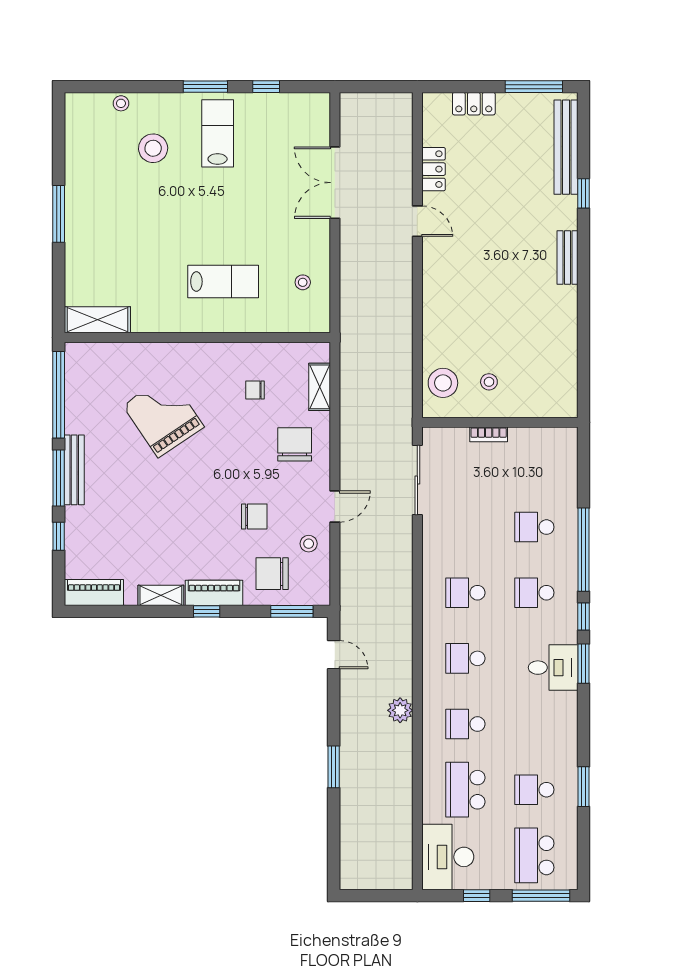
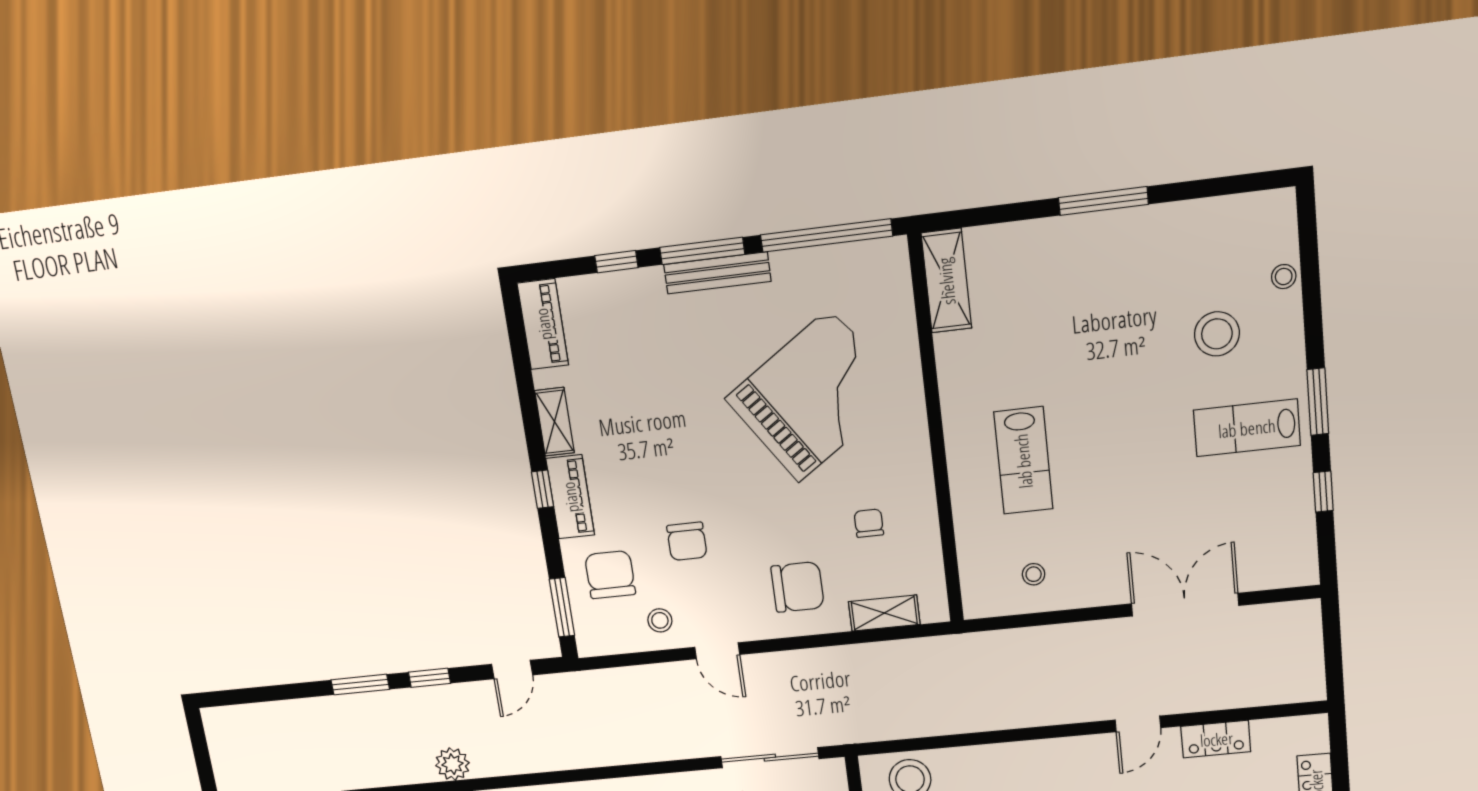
lab bench: (218, 133) -> (1247, 428), turned 180
grand piano: (163, 416) -> (814, 396), width x1.37, depth x1.48
window: (334, 715) -> (429, 678), added

